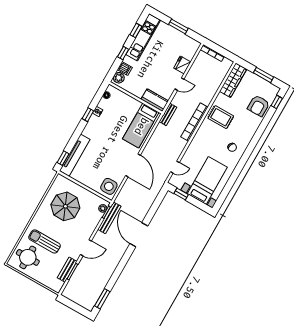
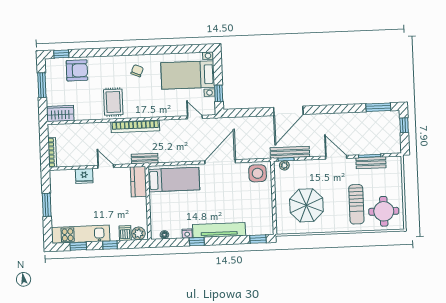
wardrobe: (233, 80) -> (60, 114), width x0.67
tv unit: (75, 155) -> (219, 230), moved
window: (79, 309) -> (404, 125), added

